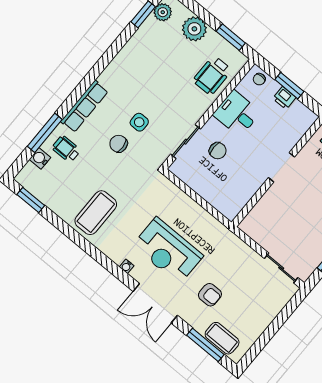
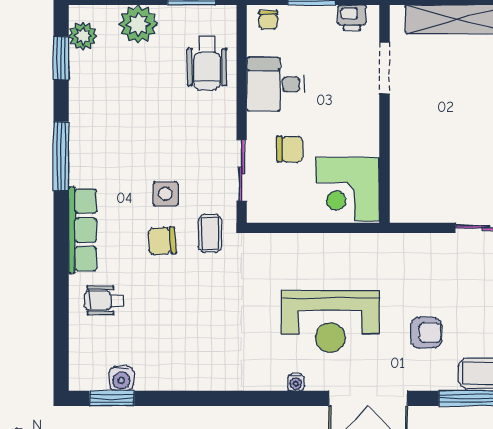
printer: (284, 98) -> (352, 18), moved
window: (45, 133) -> (61, 156), moved
water cooler: (40, 158) -> (121, 378), moved, turned -90
doorway: (281, 167) -> (384, 68), moved
corner desk: (230, 193) -> (348, 189), added
coffee table: (96, 213) -> (210, 233), moved, width x0.54, depth x0.58

